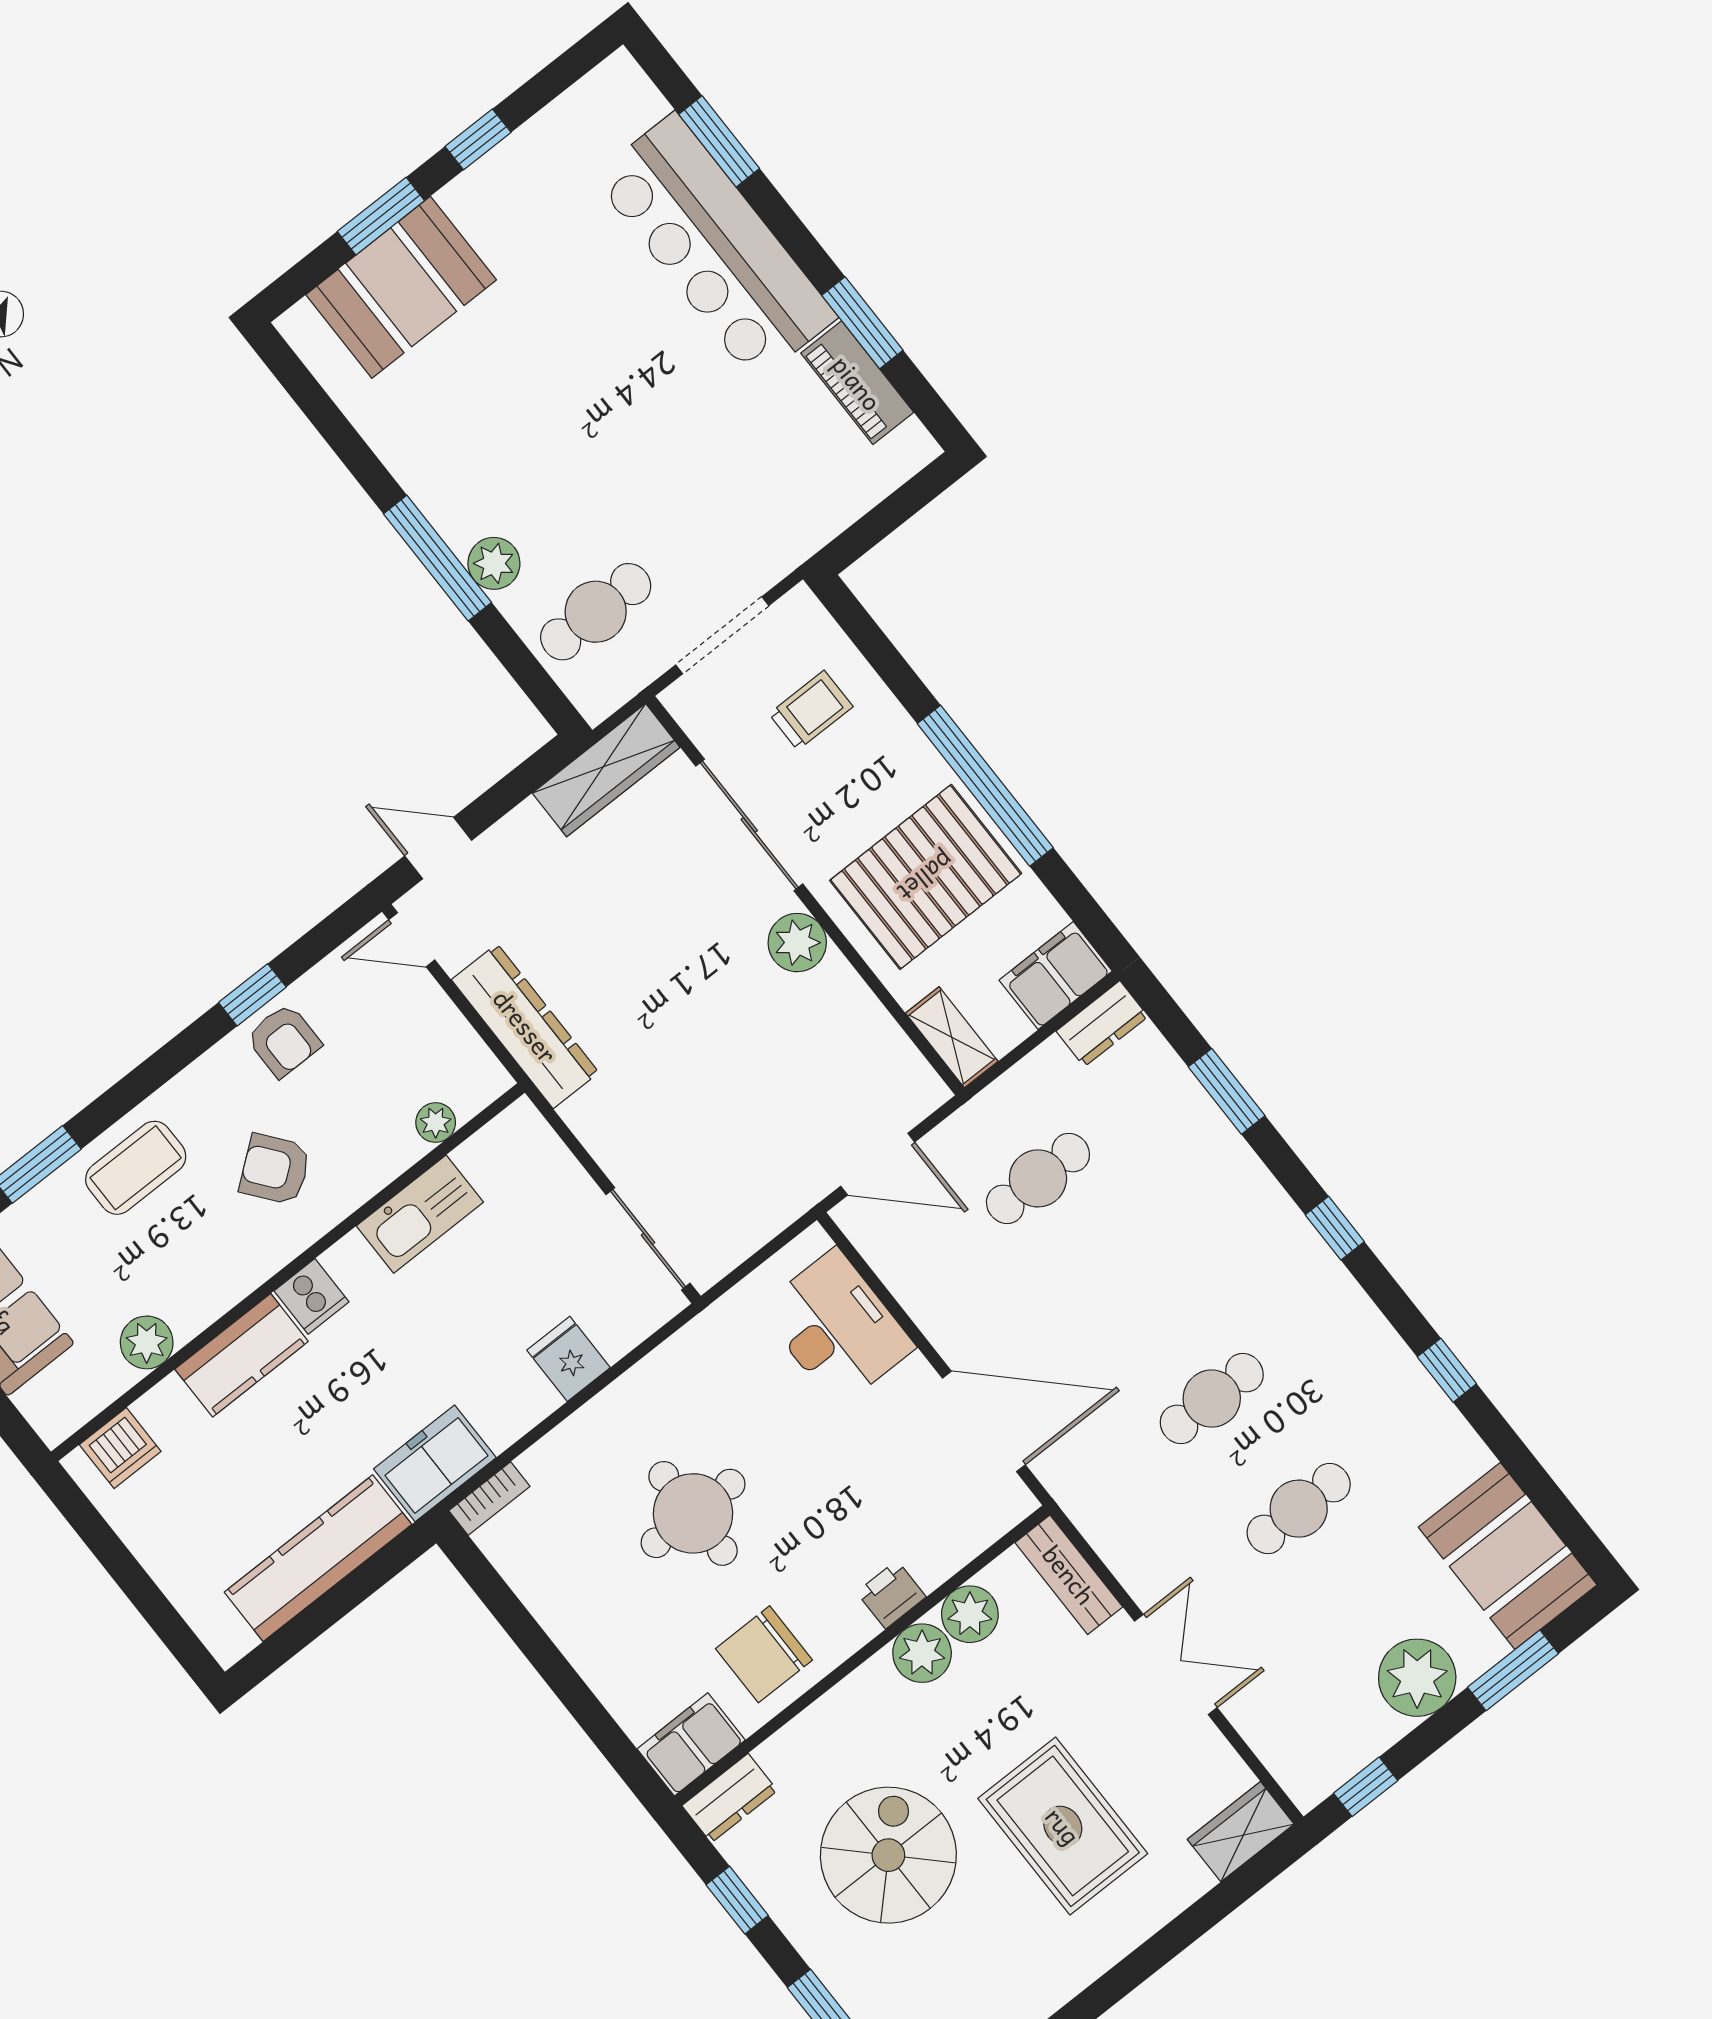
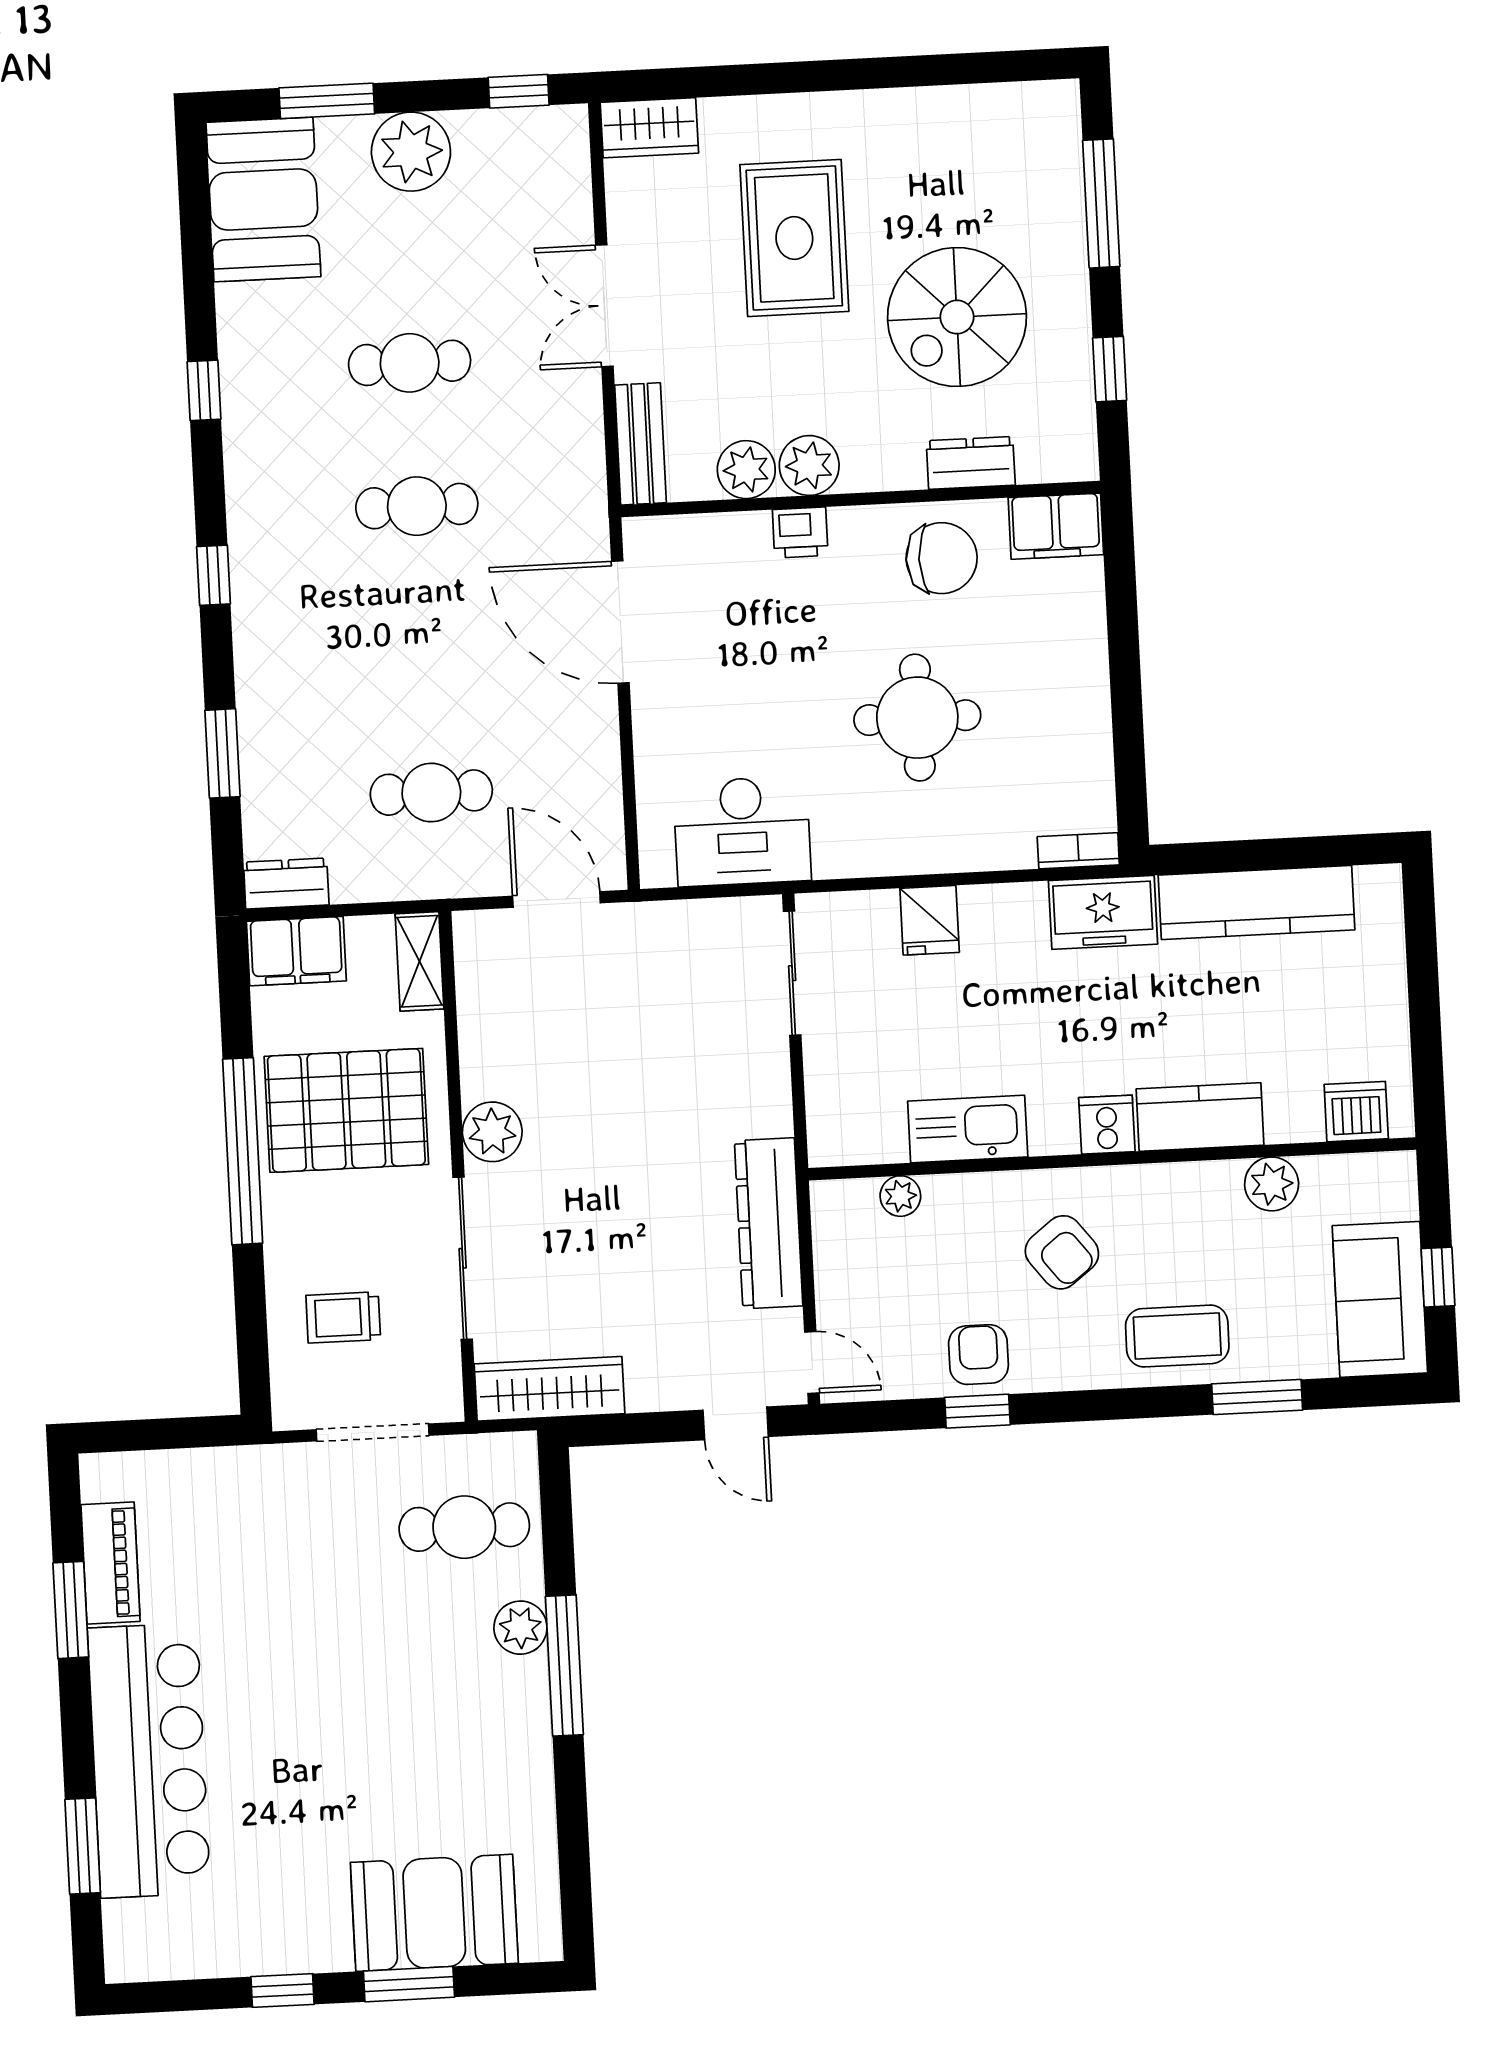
desk: (837, 1328) -> (742, 831), moved, turned -90
dresser: (730, 1798) -> (971, 463), moved

